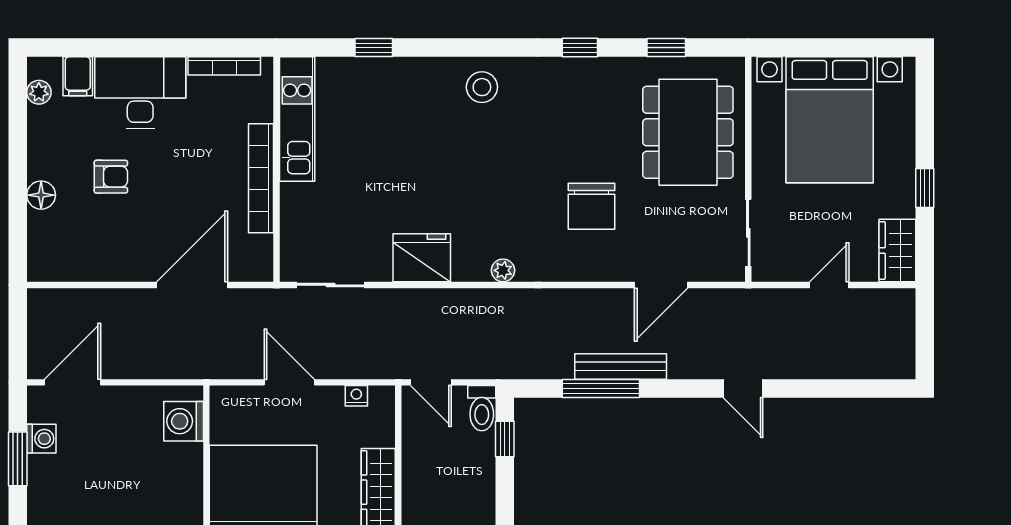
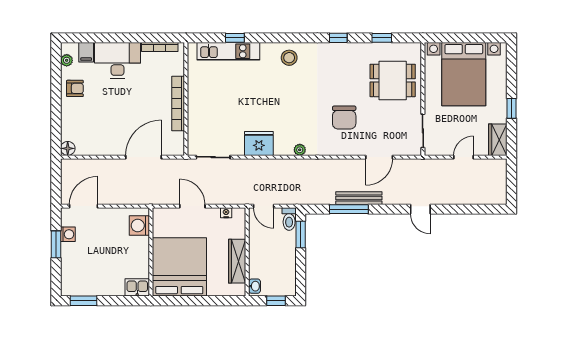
kitchen unit: (297, 119) -> (228, 51), moved, turned 90
dining table: (688, 132) -> (393, 80), width x0.73
armchair: (111, 177) -> (75, 88), moved
floor lamp: (41, 195) -> (68, 148), moved
window: (505, 439) -> (301, 234), width x1.50

